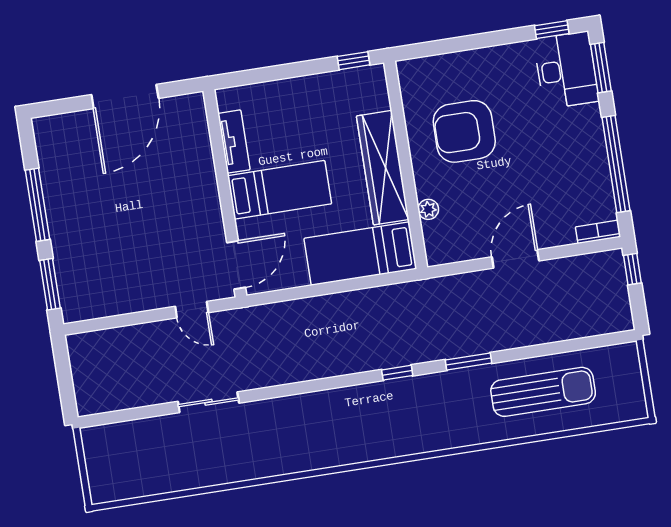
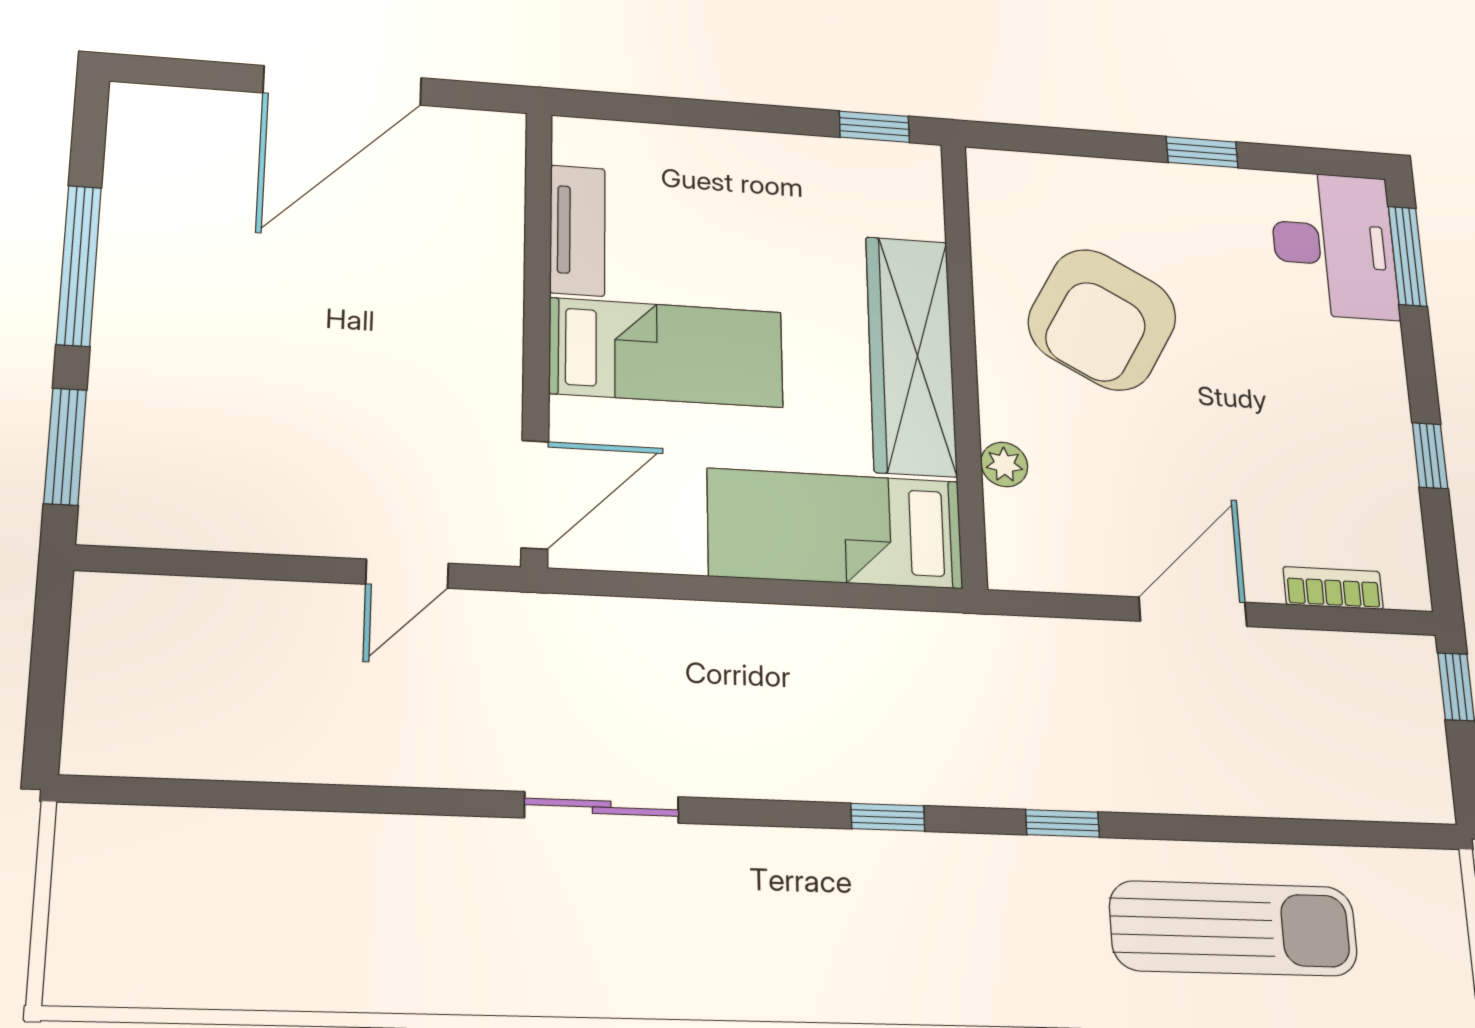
window: (552, 30) -> (1202, 152), moved
armchair: (464, 131) -> (1102, 320), turned -61
window: (616, 164) -> (1430, 456), width x0.32
bookcase: (598, 232) -> (1333, 588), moved
door: (192, 310) -> (407, 574), hinge flipped
window: (469, 362) -> (1062, 823), width x0.67
sliding door: (208, 402) -> (602, 807), moved

